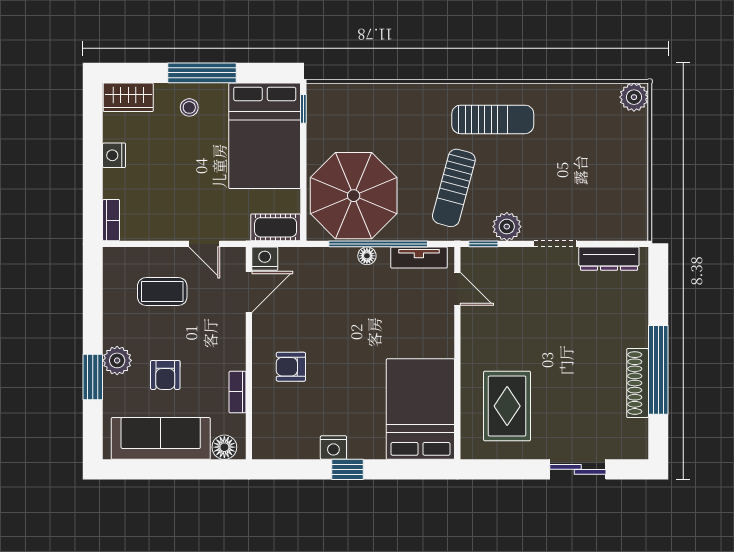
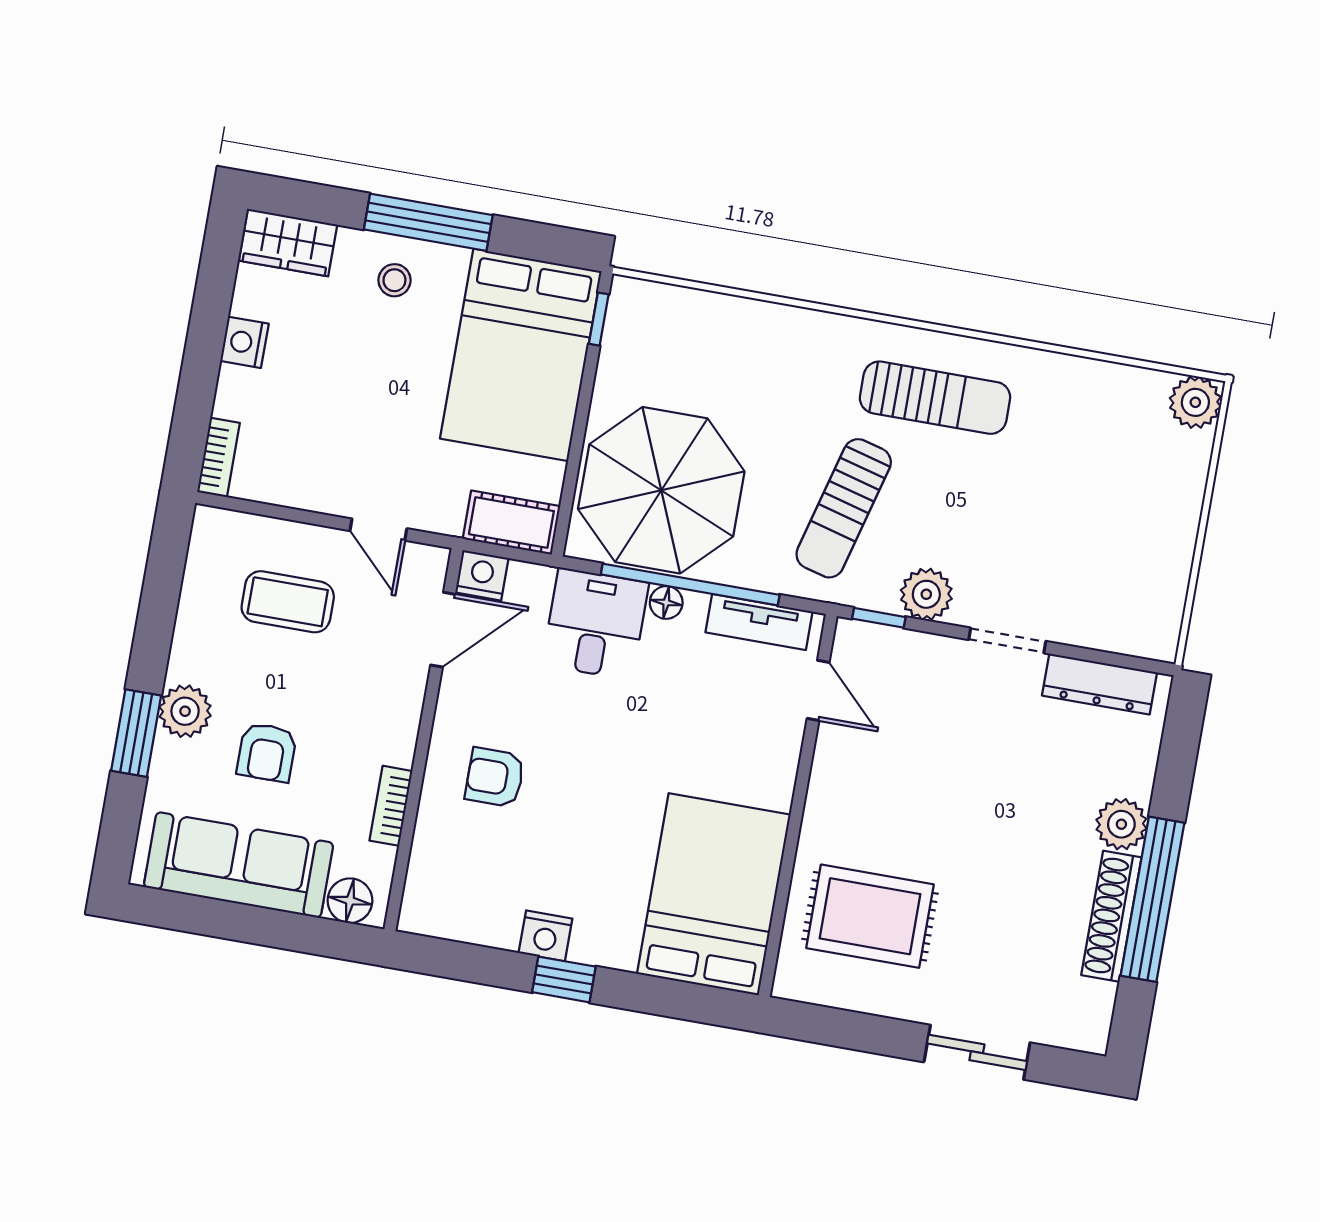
desk: (331, 274) -> (595, 624), added
plant: (634, 332) -> (1121, 824), added
rug: (507, 406) -> (870, 916), turned 90

